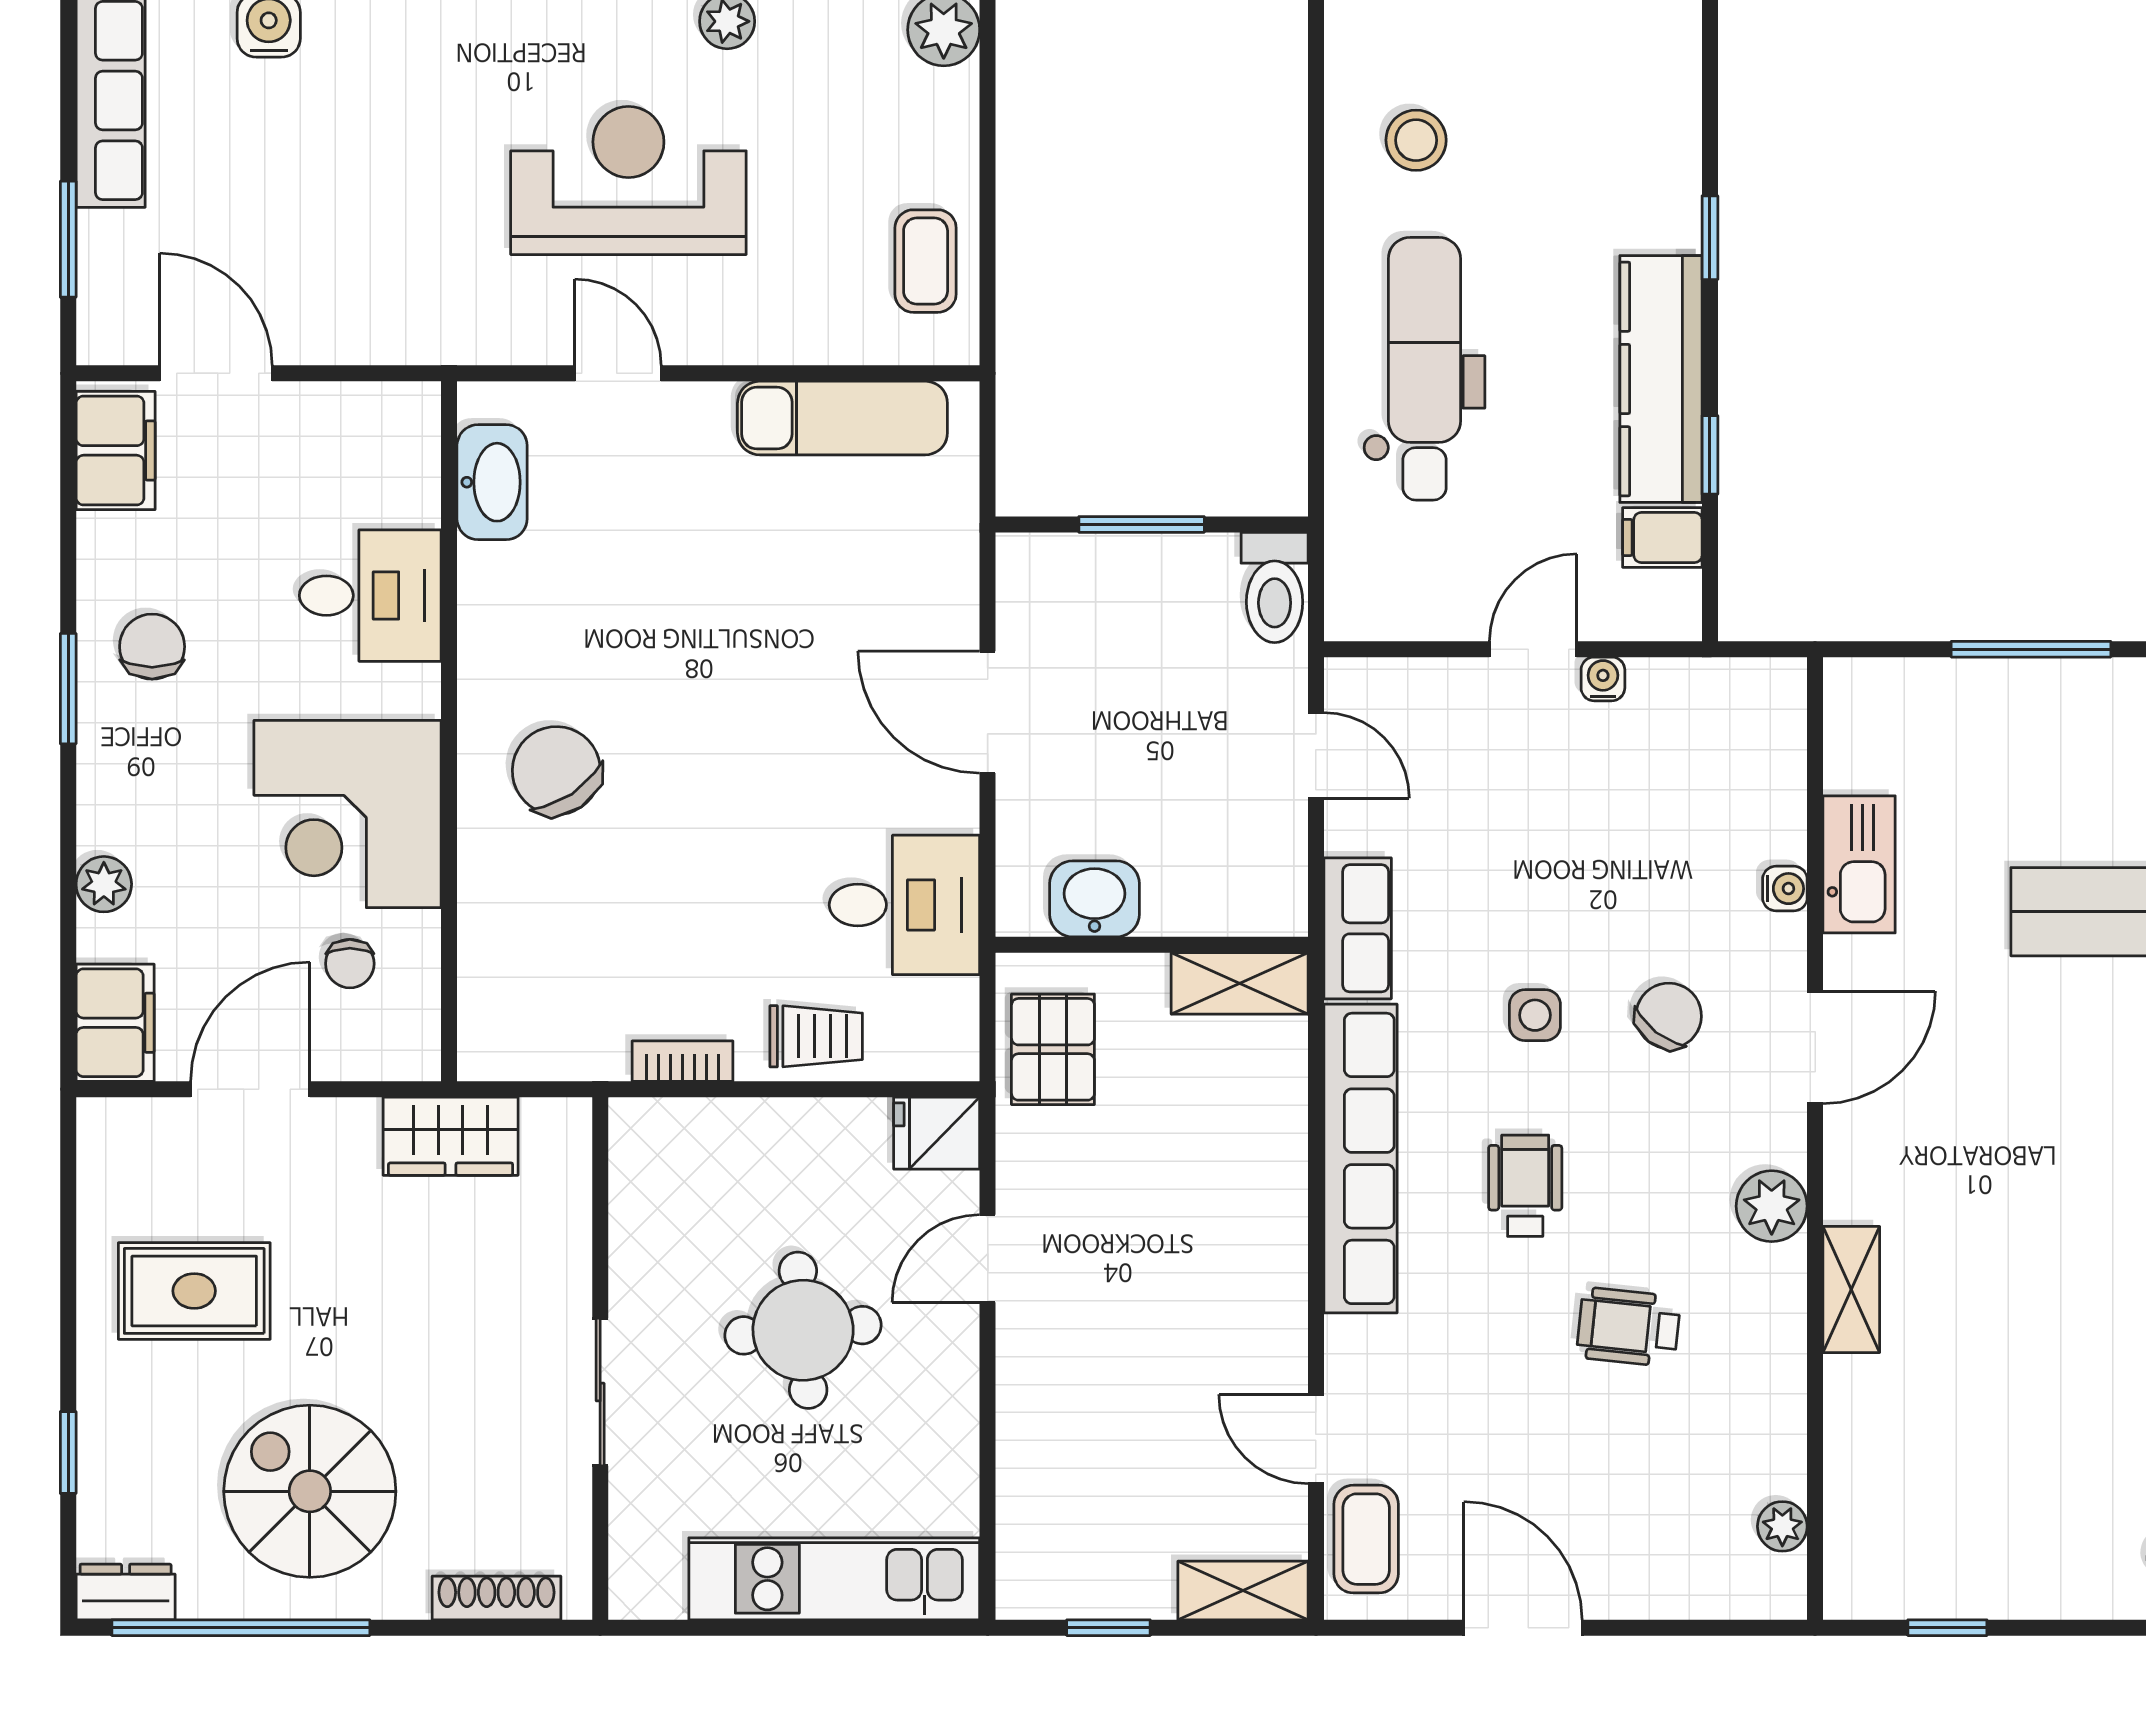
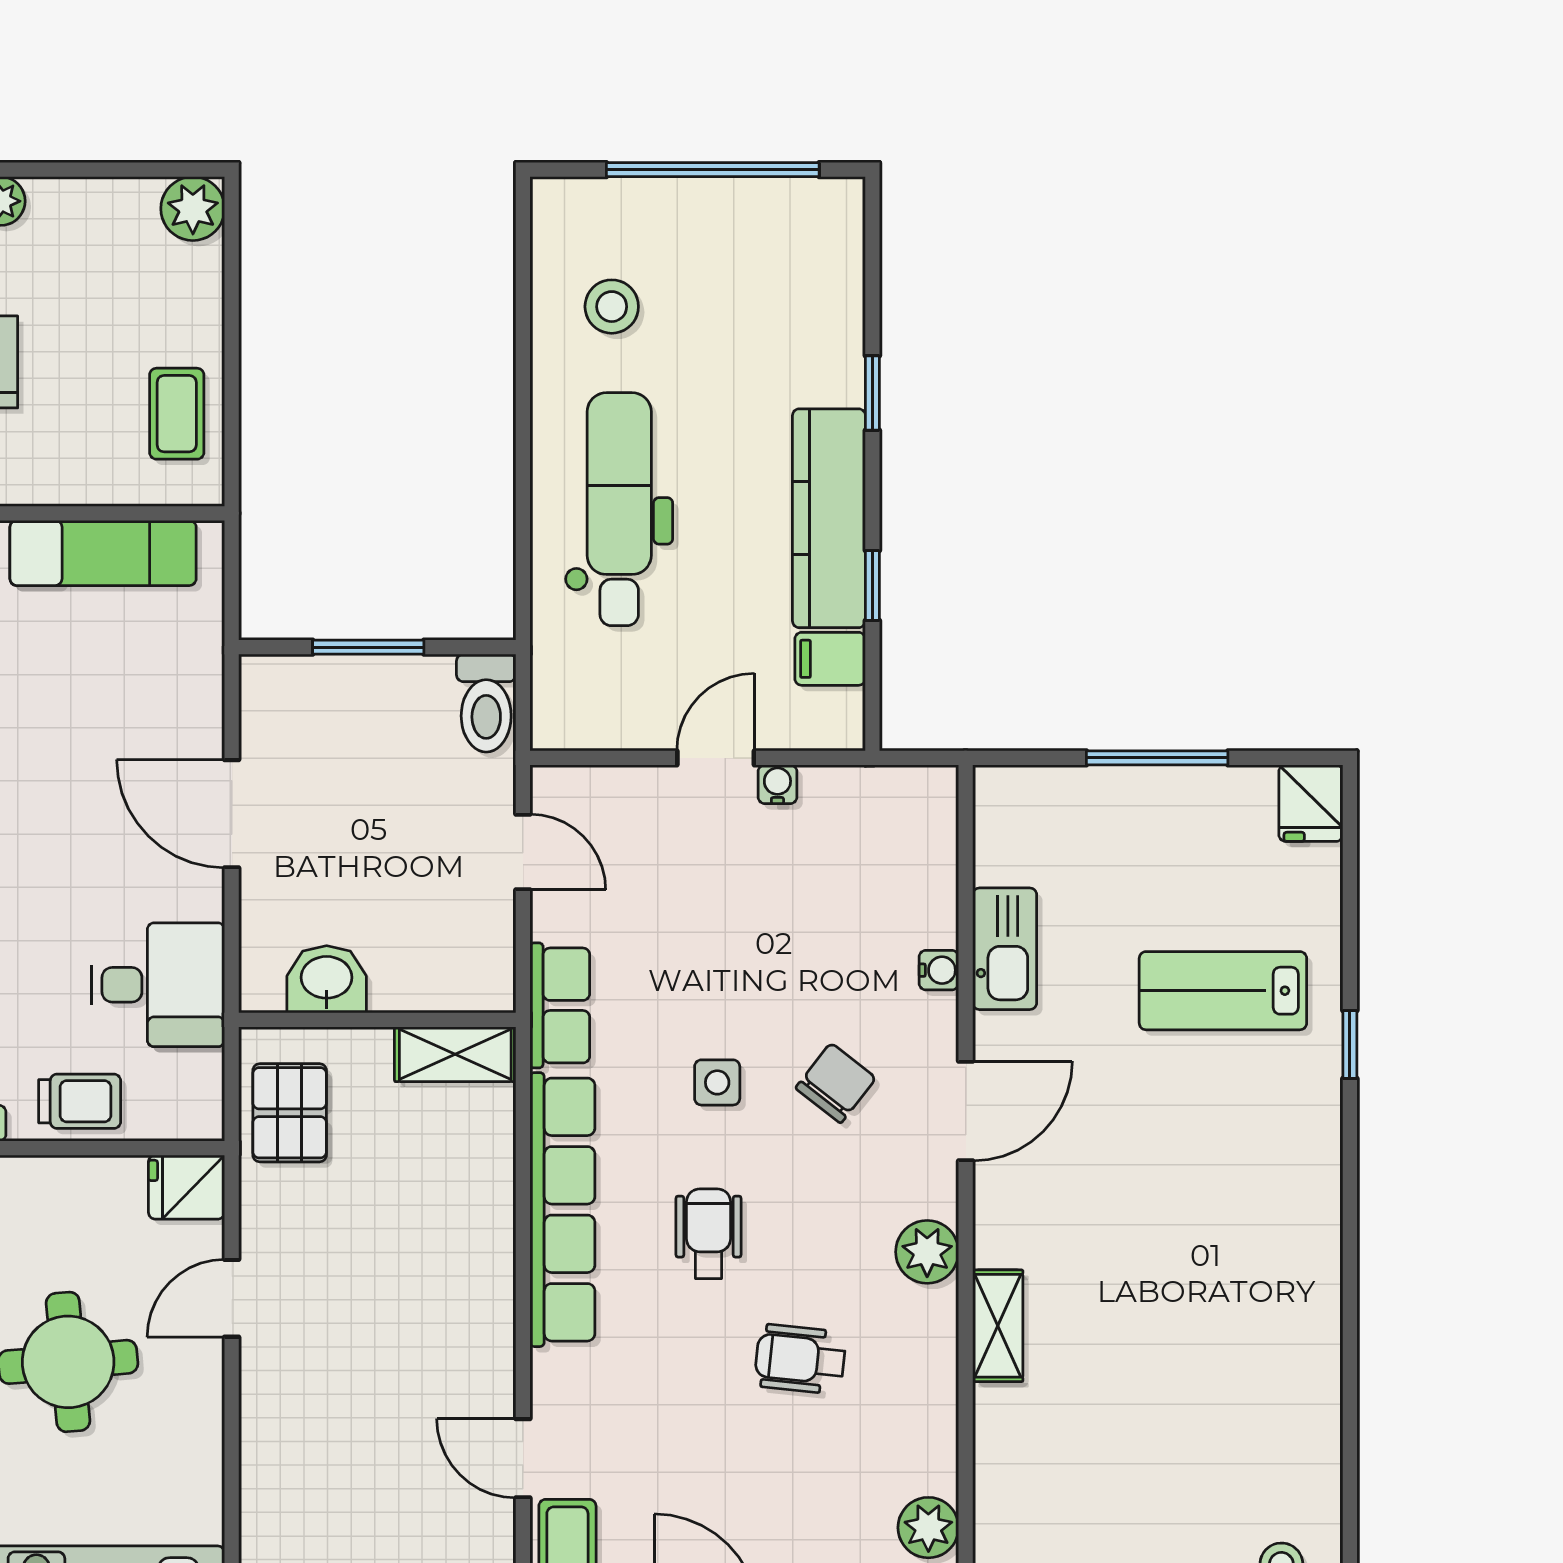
plant: (1782, 1526) -> (928, 1528), width x1.38, depth x1.38

